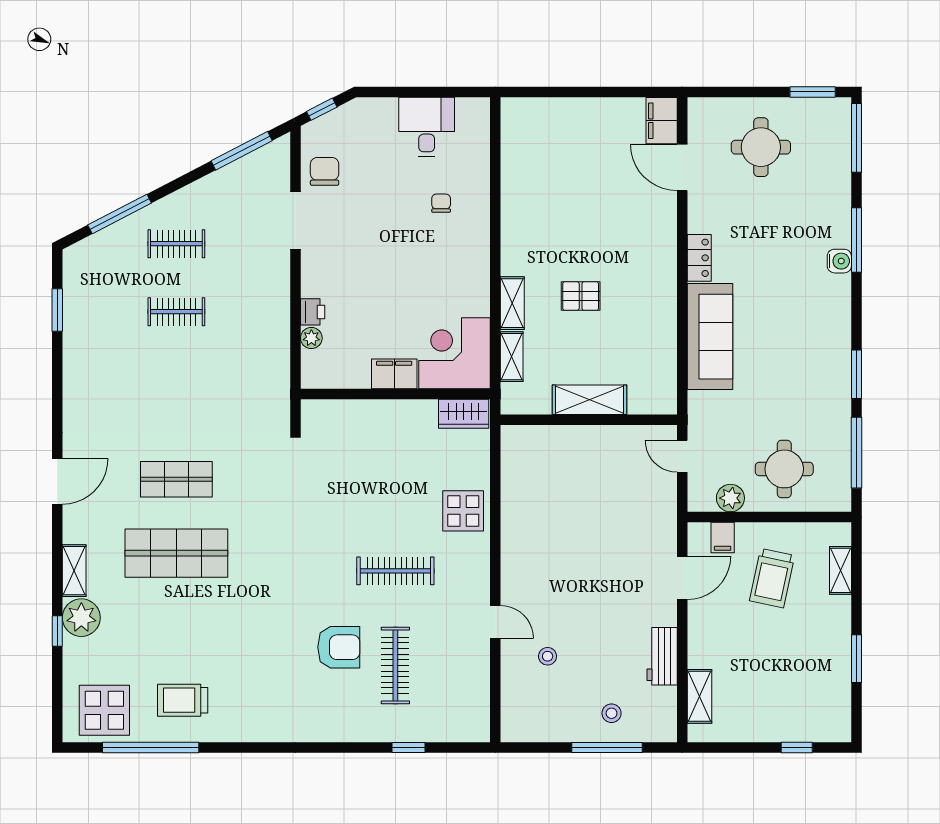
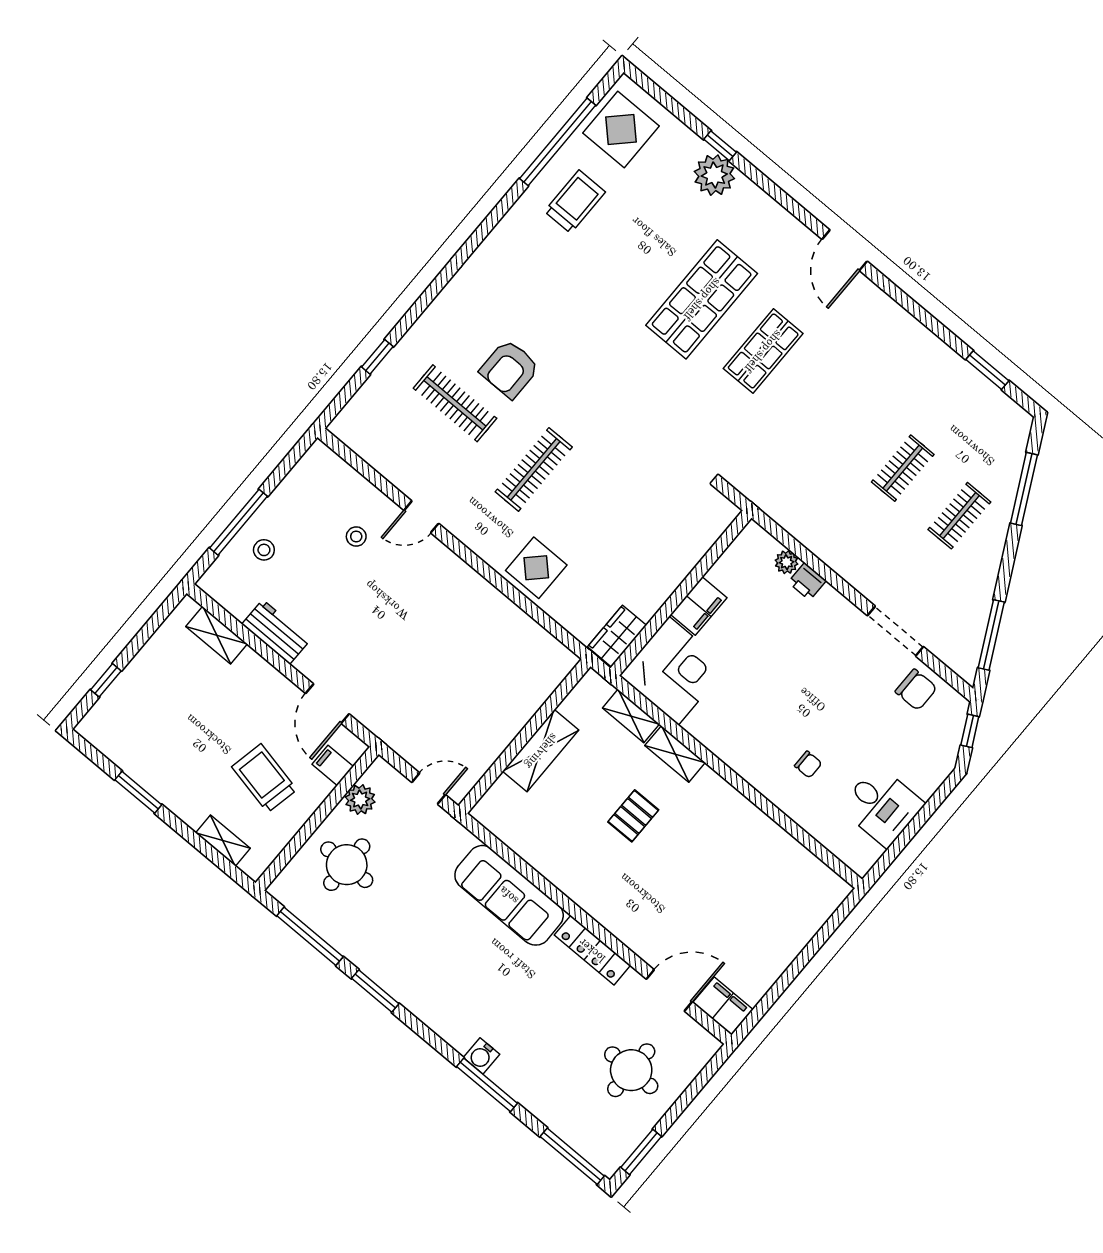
locker: (699, 258) -> (592, 950), width x1.53
shelving: (74, 571) -> (758, 202), removed

